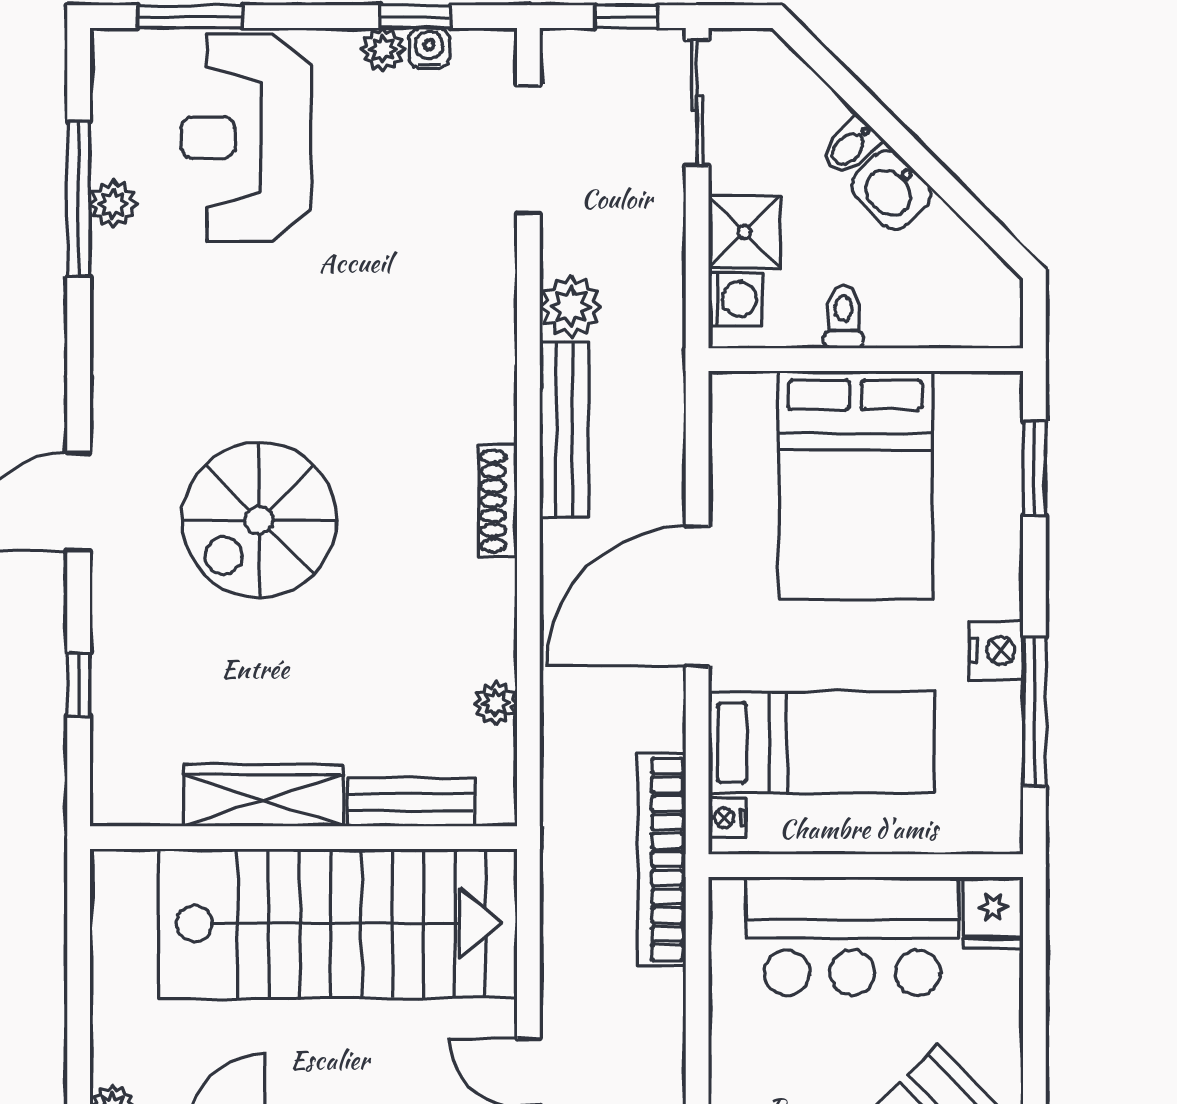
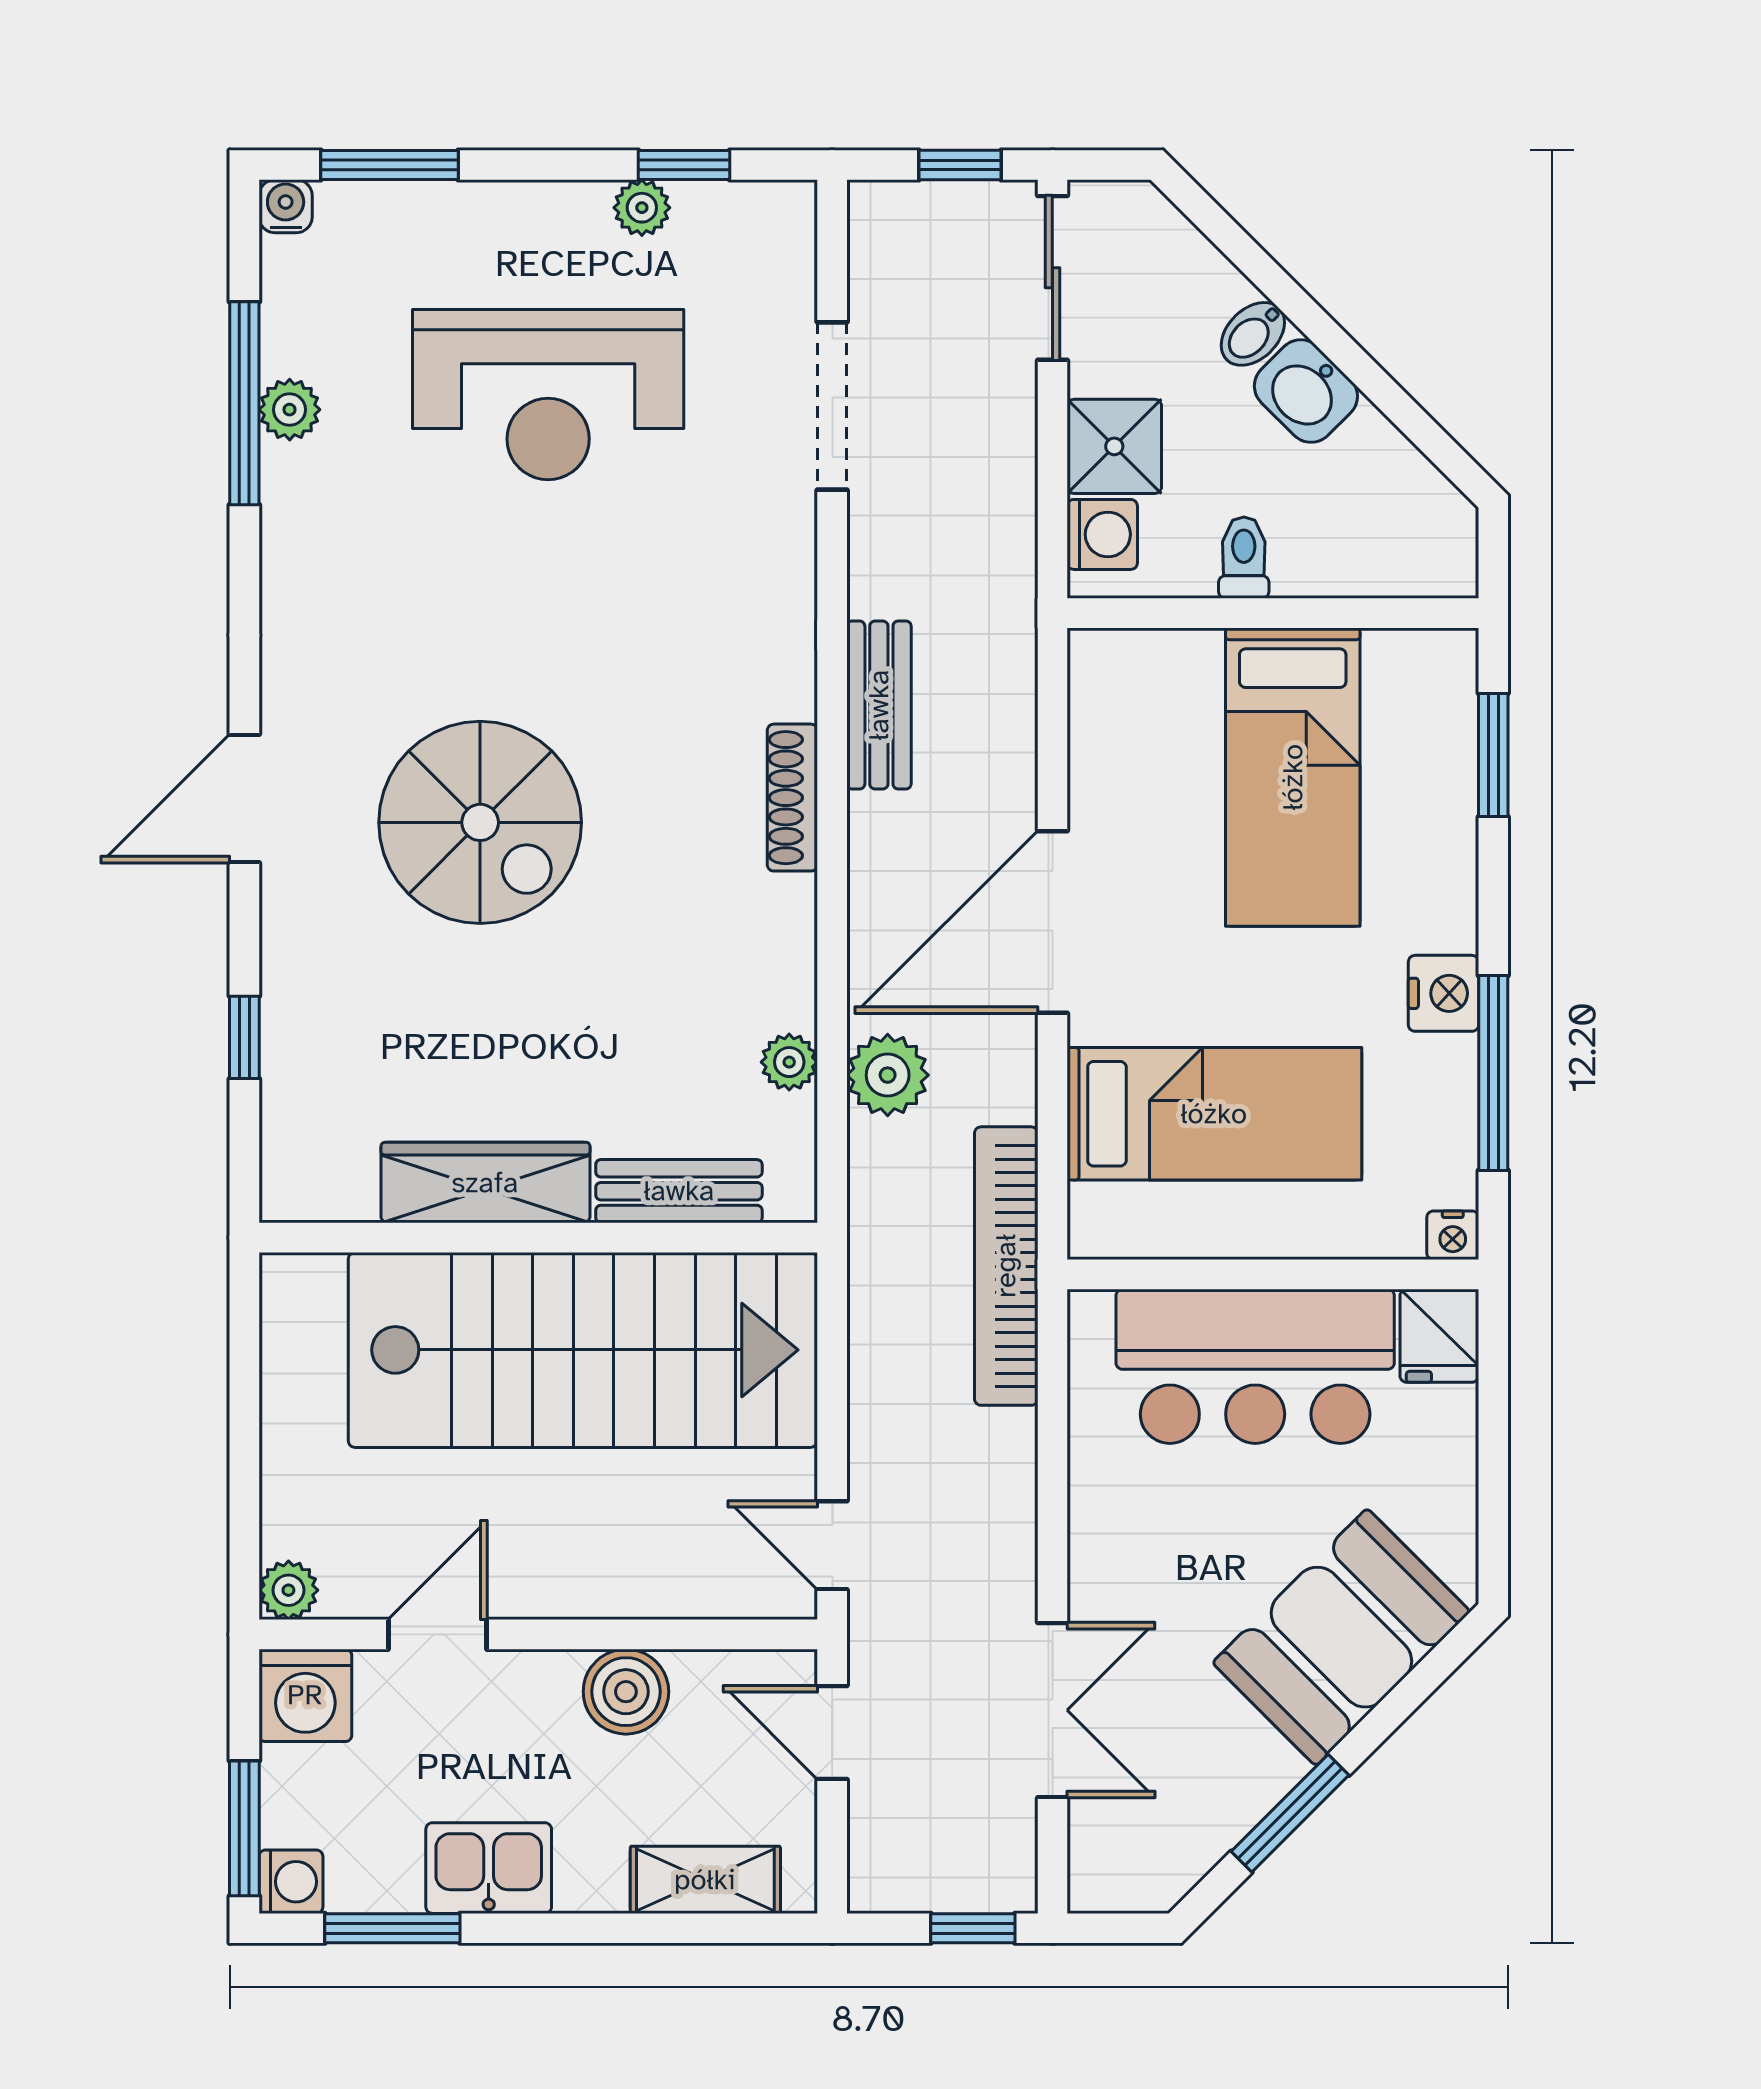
water cooler: (429, 48) -> (286, 206), moved
reception desk: (246, 138) -> (548, 395), moved, turned -90
doorway: (528, 149) -> (832, 406), moved
plant: (571, 306) -> (888, 1075), moved
bench: (564, 430) -> (879, 705), width x0.73
bed: (855, 485) -> (1293, 777), width x0.67
spiral stairs: (259, 520) -> (480, 822), turned -90
nightstand: (727, 818) -> (1453, 1235), moved, turned -90

